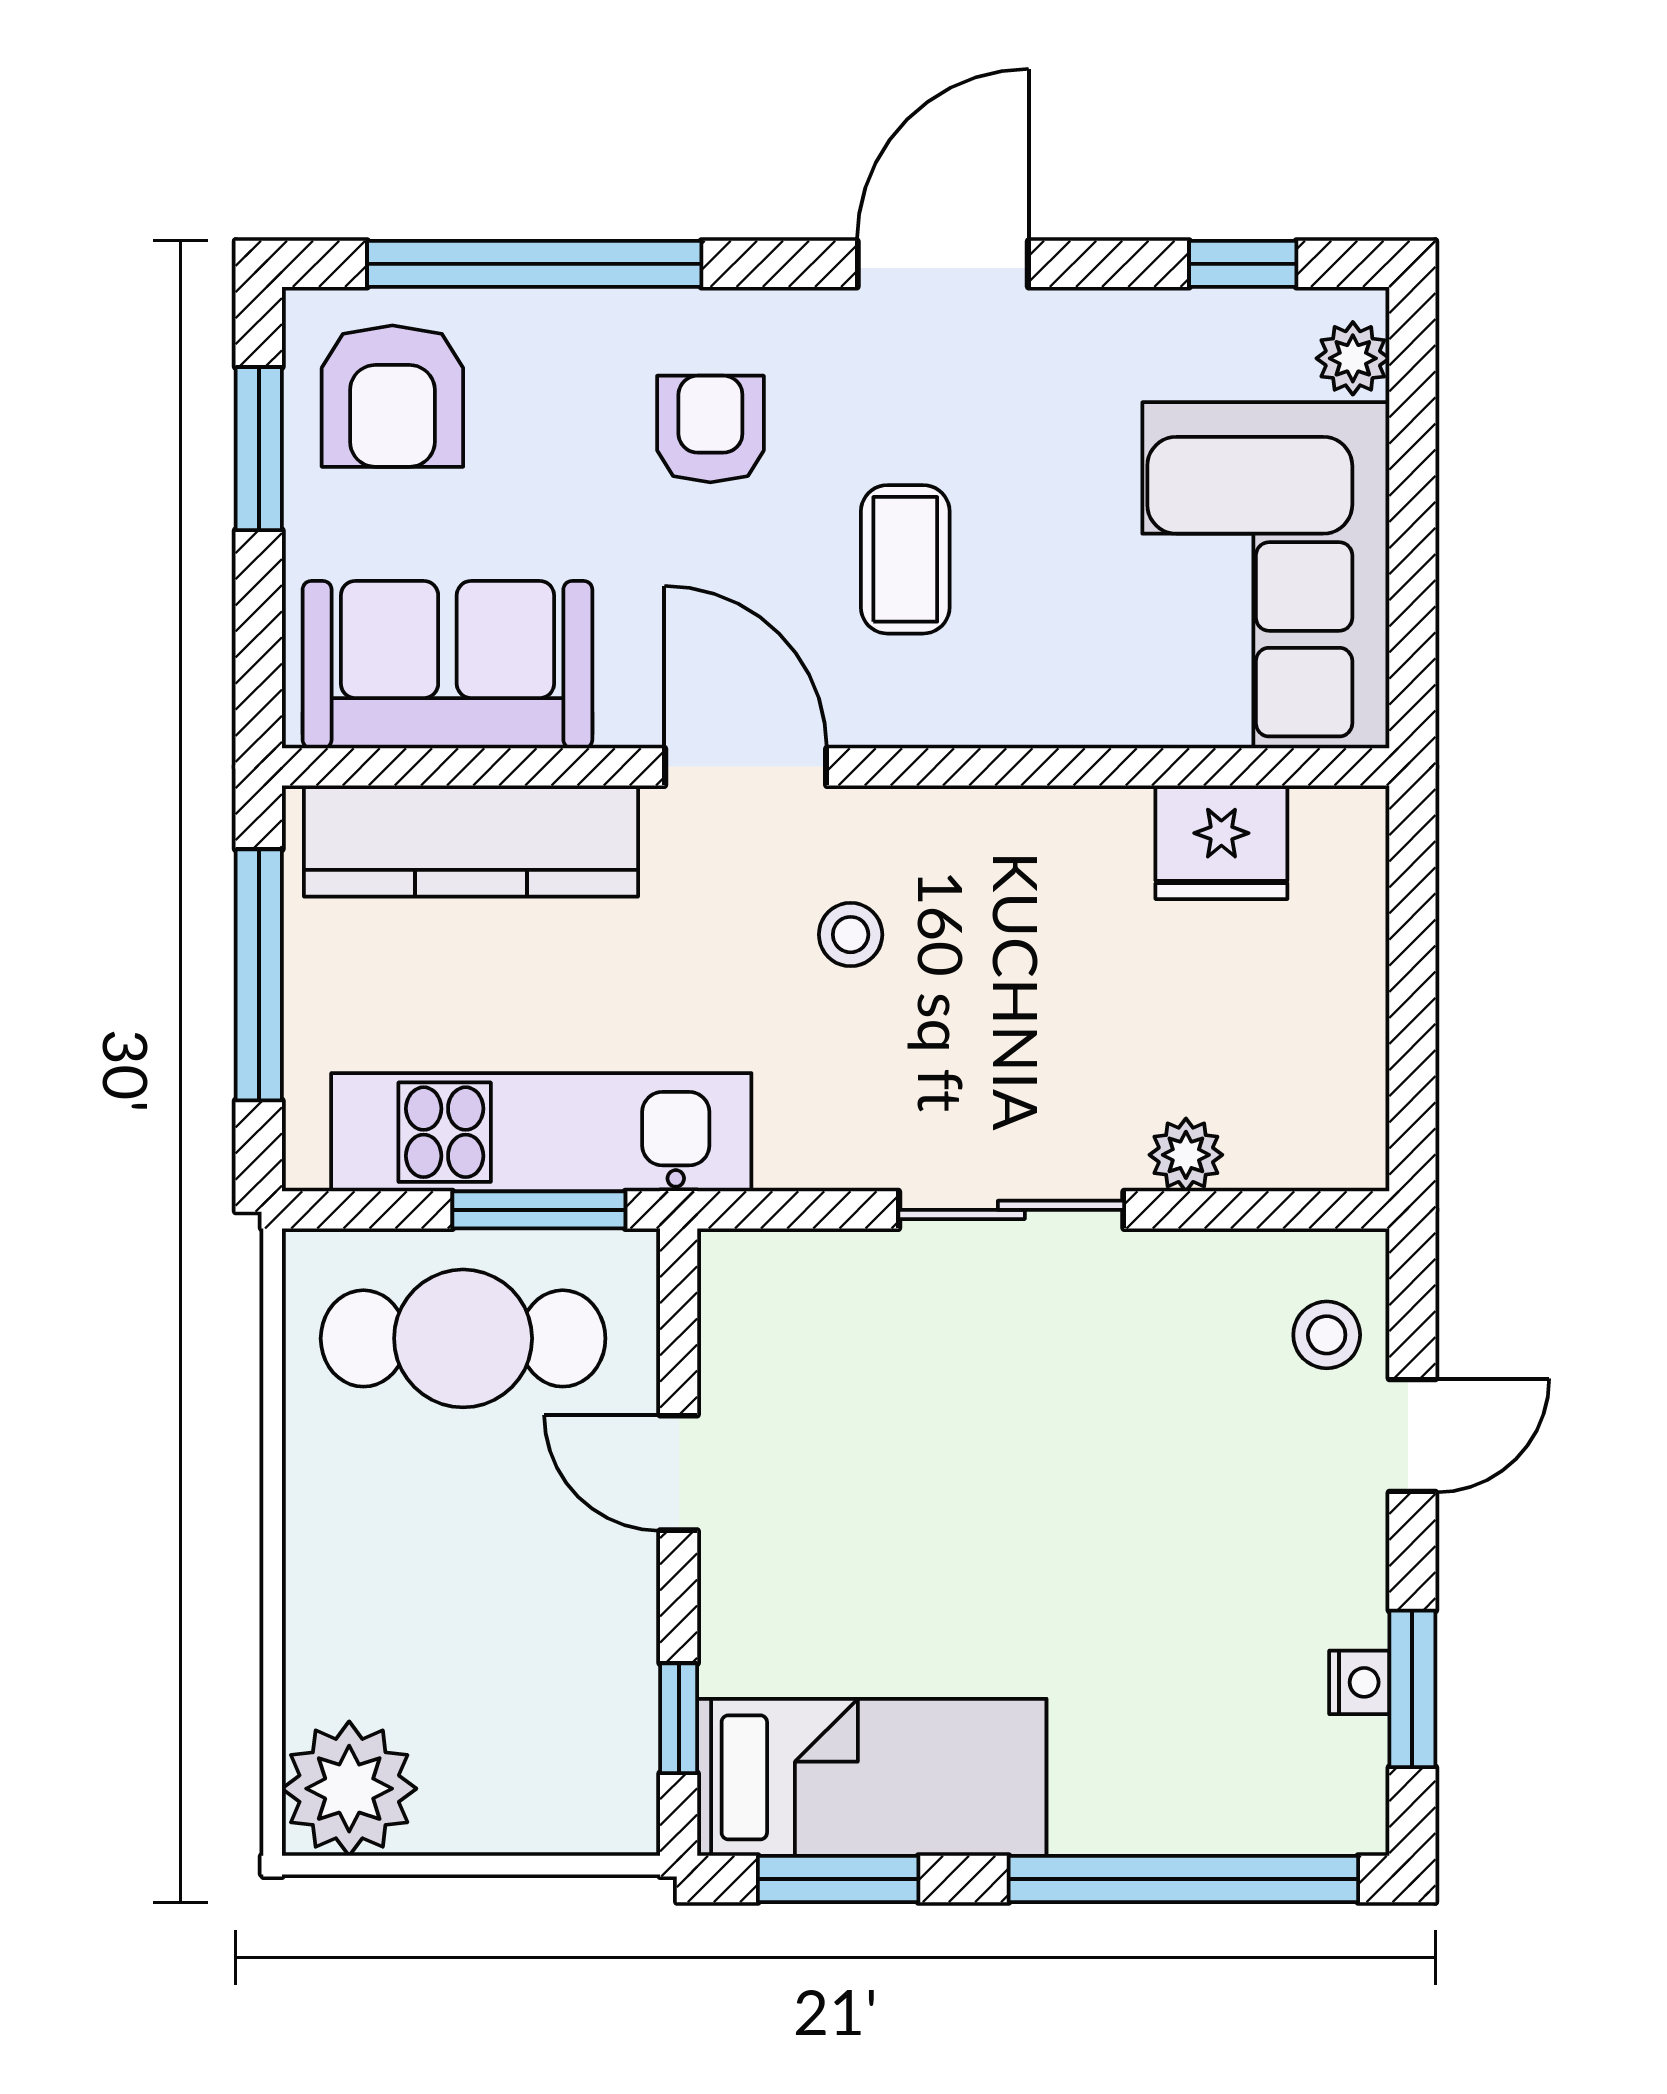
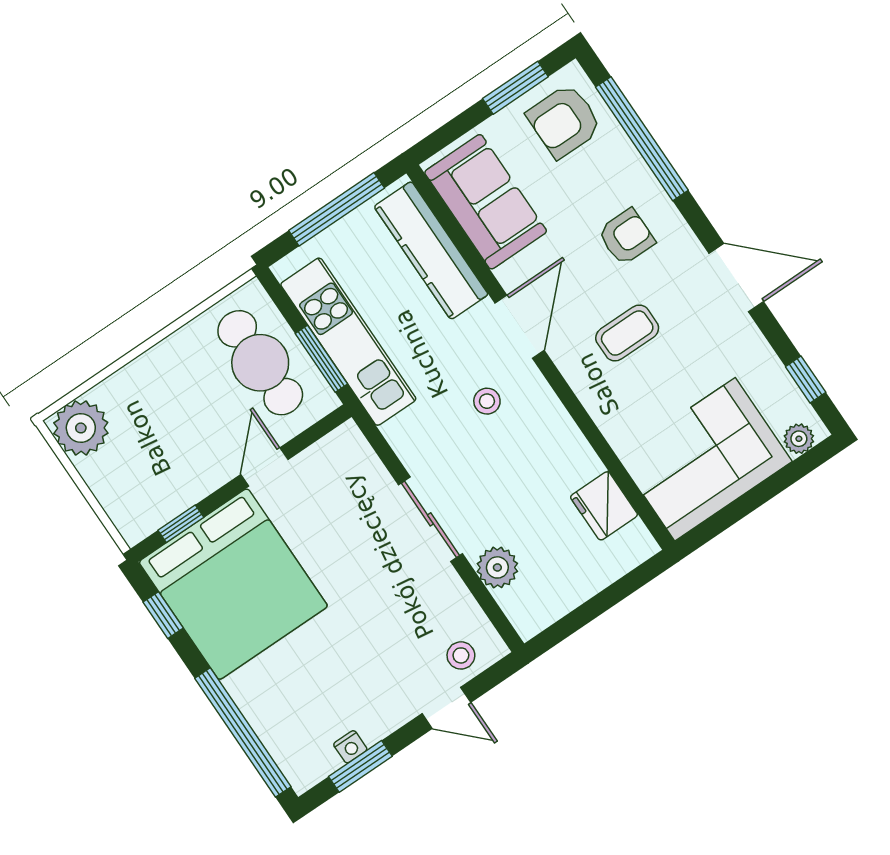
plant: (1186, 1155) -> (497, 567), width x1.38, depth x1.38
bed: (872, 1777) -> (233, 584), width x2.04
window: (838, 1879) -> (163, 615), width x0.67

